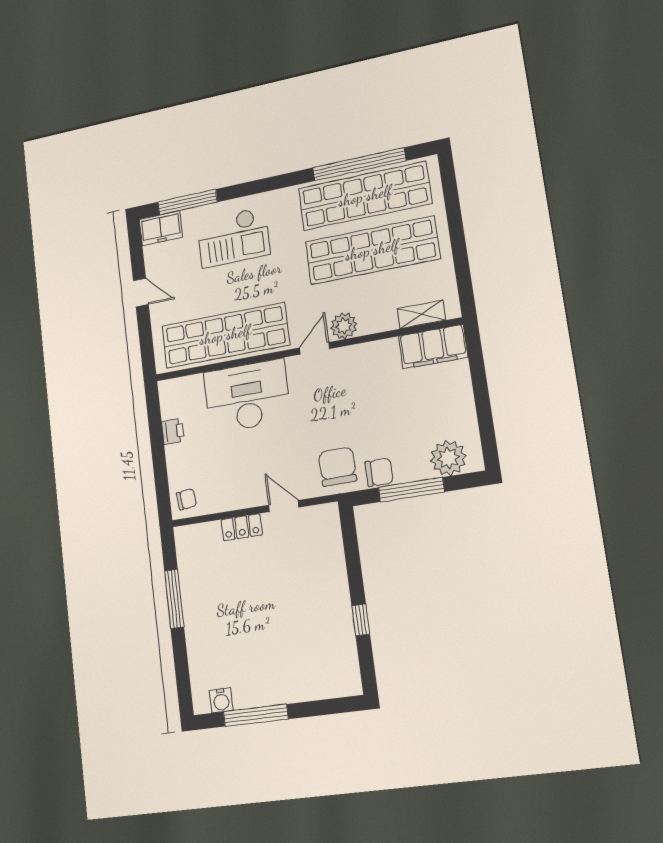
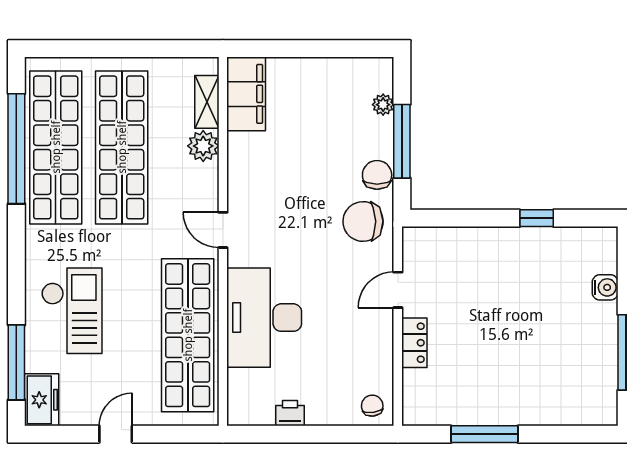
plant: (344, 326) -> (203, 146), moved
plant: (448, 458) -> (383, 105), width x0.53, depth x0.53
water cooler: (221, 700) -> (605, 287), moved

